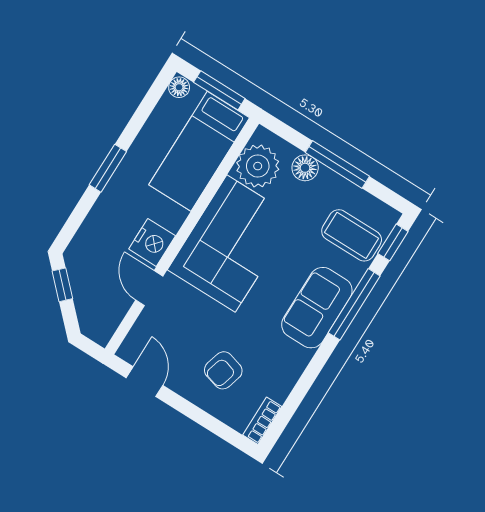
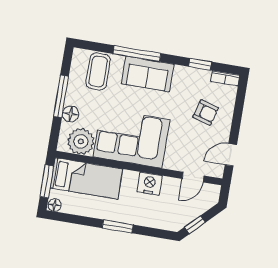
window: (393, 242) -> (200, 64), moved
door: (149, 288) -> (193, 177), moved

